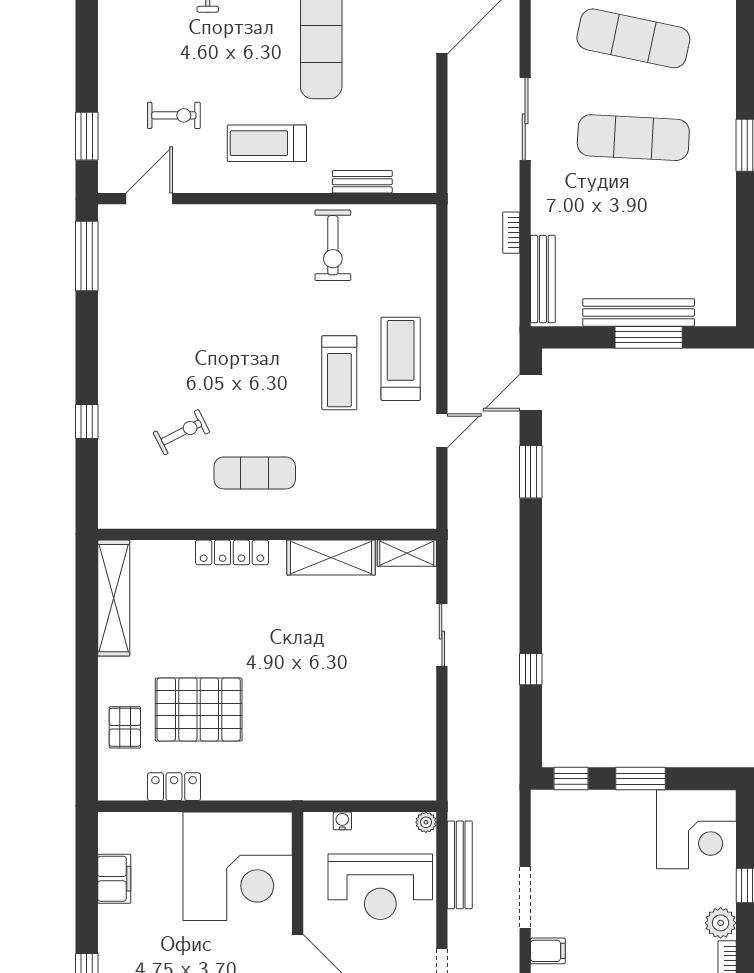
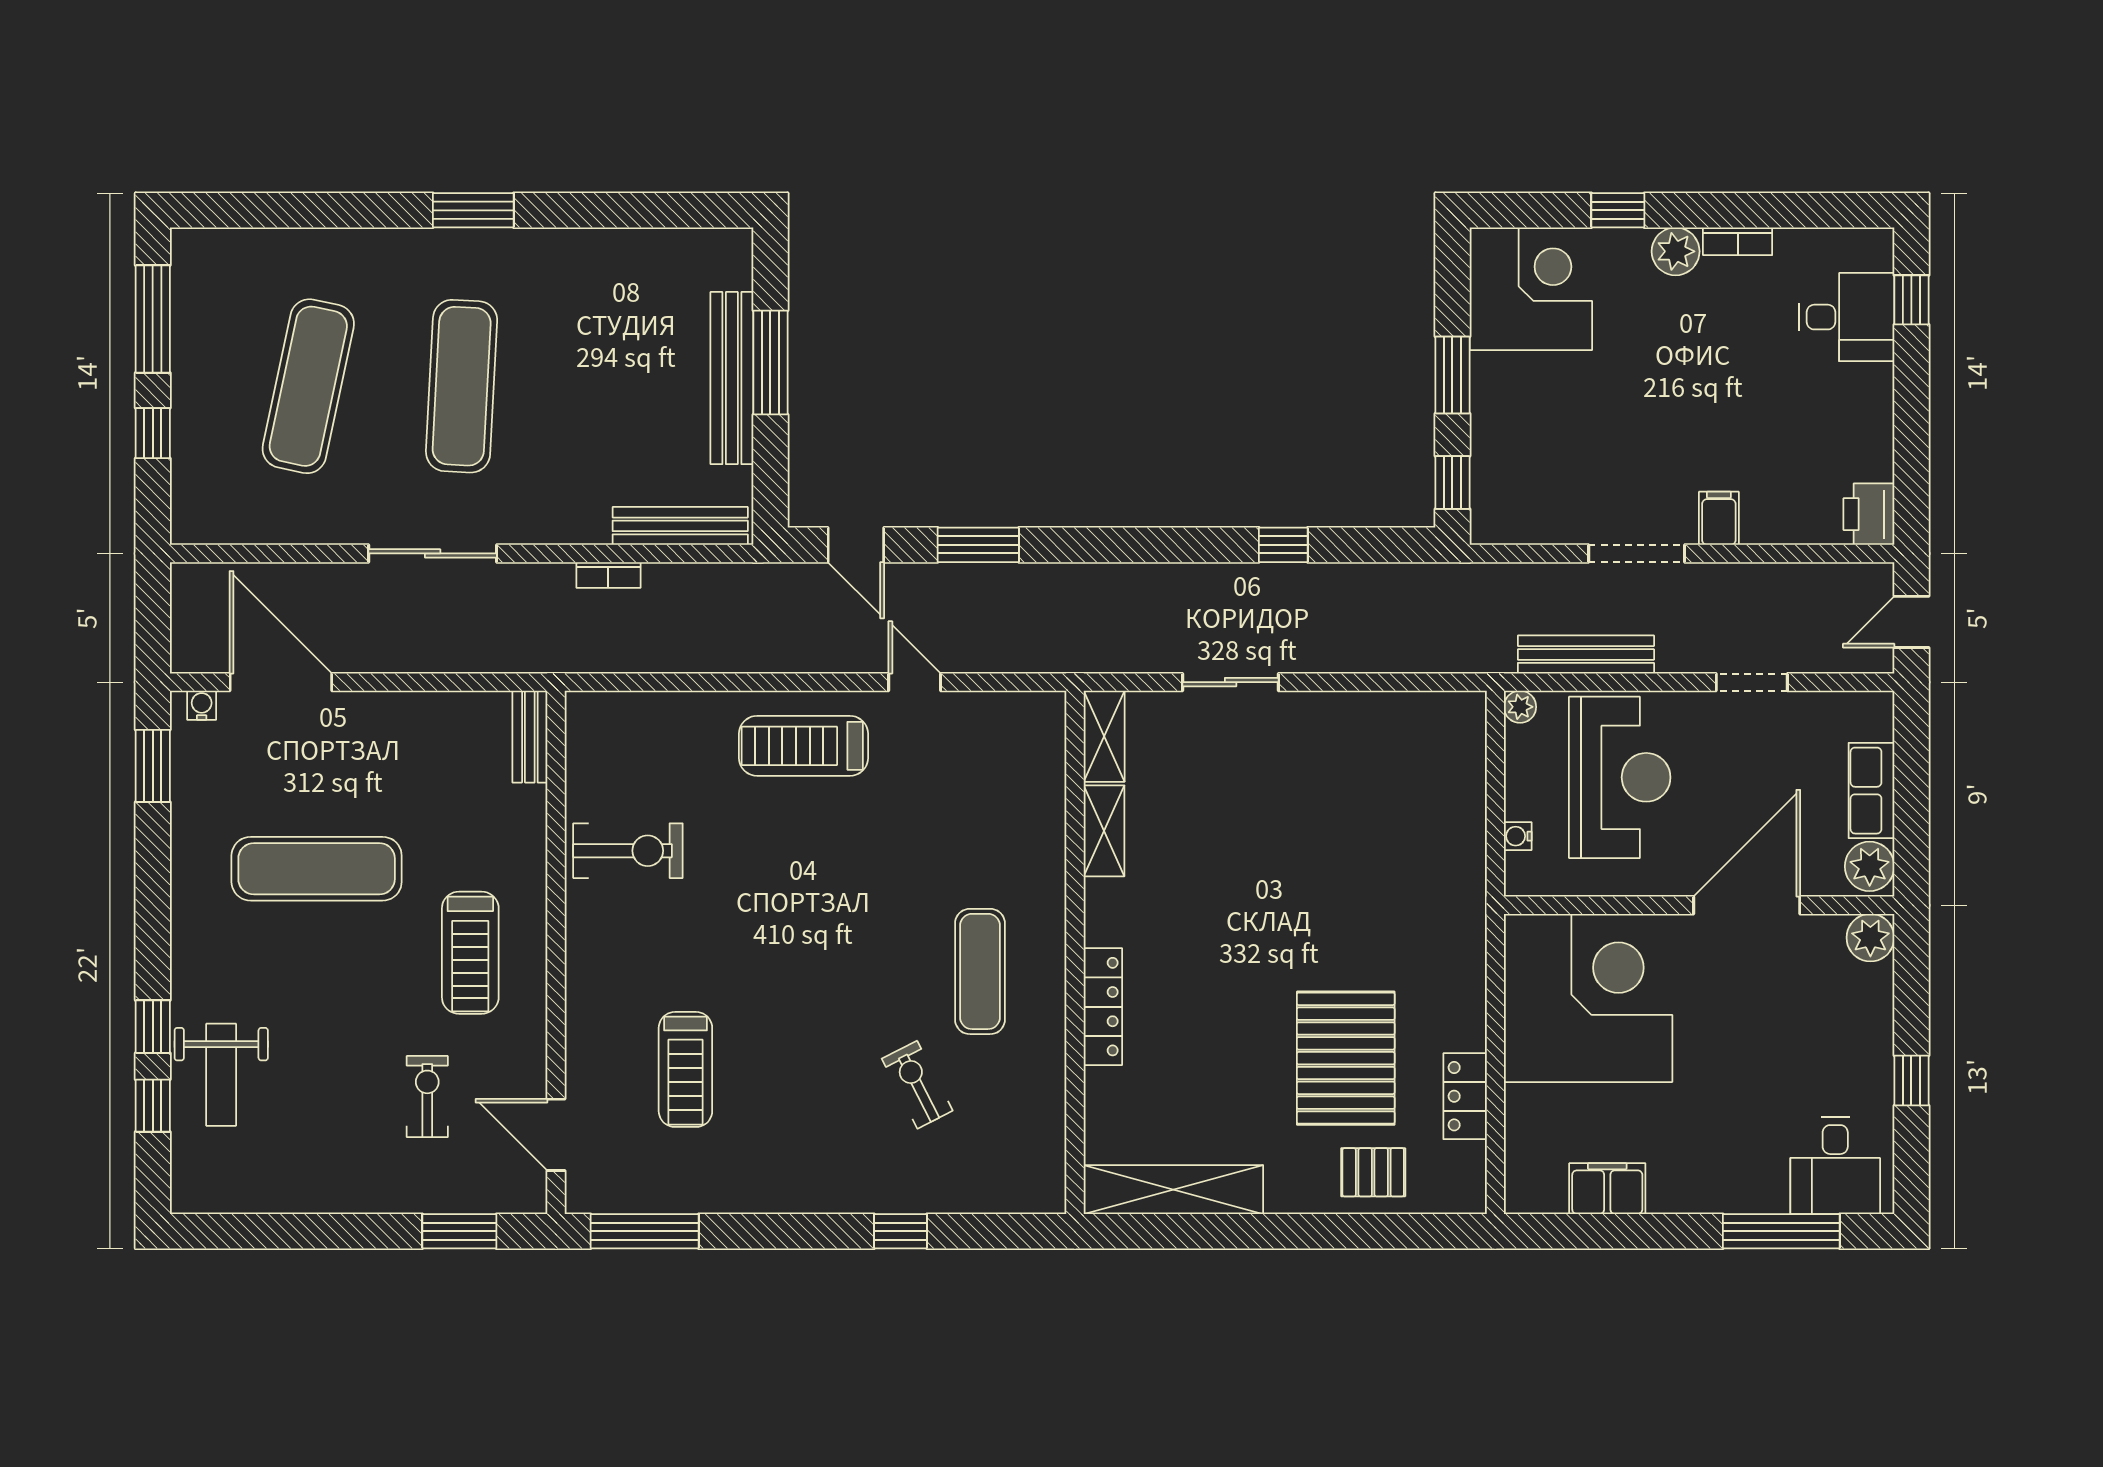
bench: (362, 182) -> (530, 737), moved
treadmill: (339, 373) -> (685, 1069), moved, turned 90
shelving: (331, 558) -> (1104, 831), width x0.67, depth x0.75

